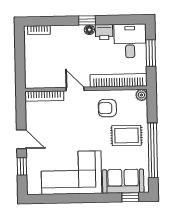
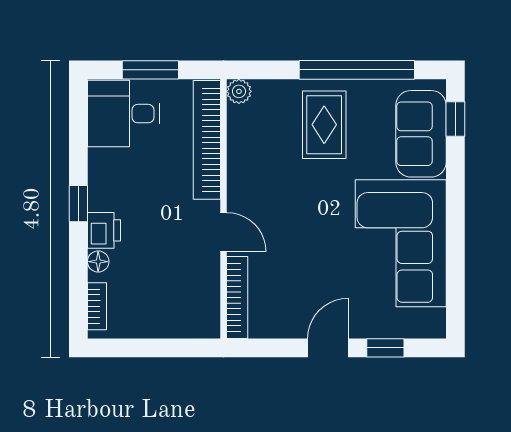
floor lamp: (89, 30) -> (98, 262), moved
printer: (104, 32) -> (104, 230), moved
door: (75, 89) -> (224, 232), swing flipped
armchair: (107, 108) -> (265, 164), removed

